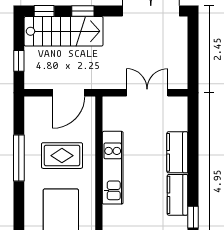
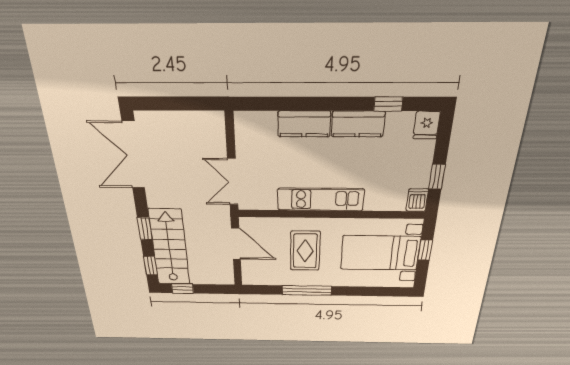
window: (19, 61) -> (183, 289), moved
double door: (147, 93) -> (233, 182), moved

